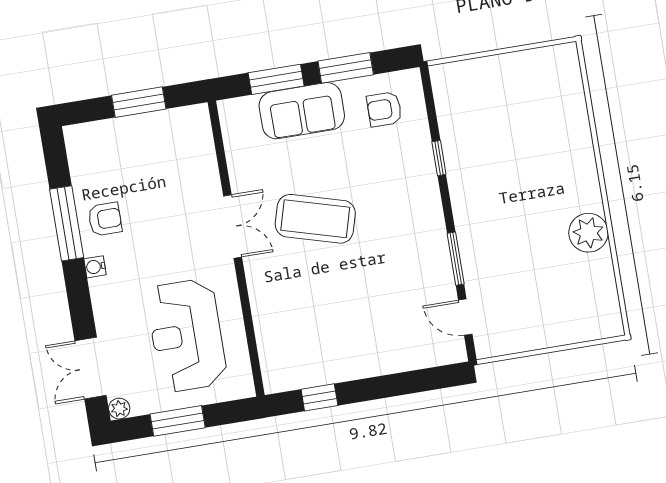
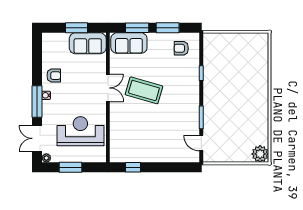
sofa: (302, 111) -> (129, 43), moved
sofa: (170, 133) -> (88, 43), added
window: (67, 223) -> (37, 102), moved
plant: (588, 233) -> (260, 154), moved
reception desk: (187, 335) -> (80, 131), turned 90

